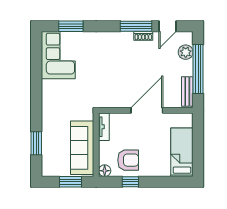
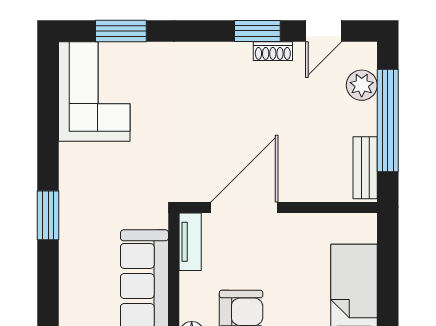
window: (136, 26) -> (257, 31), width x0.69
door: (147, 110) -> (244, 208), moved
window: (36, 143) -> (48, 215), moved

